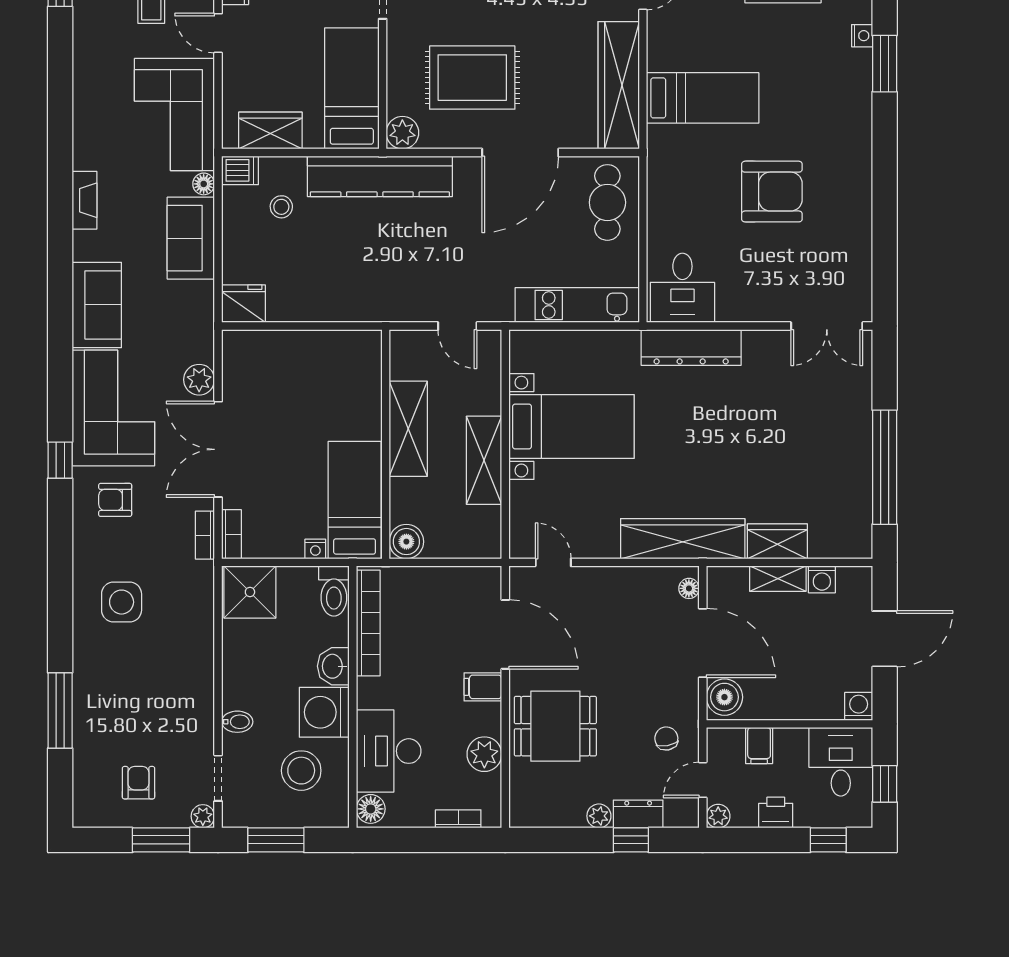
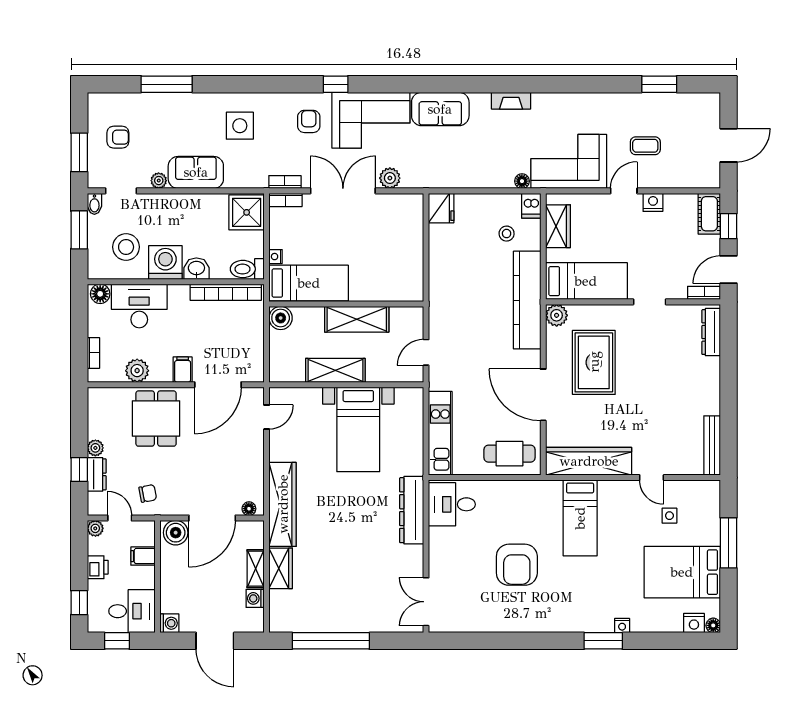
sofa: (191, 238) -> (196, 172), moved
bidet: (237, 722) -> (94, 204), moved
plant: (203, 816) -> (159, 181), moved

